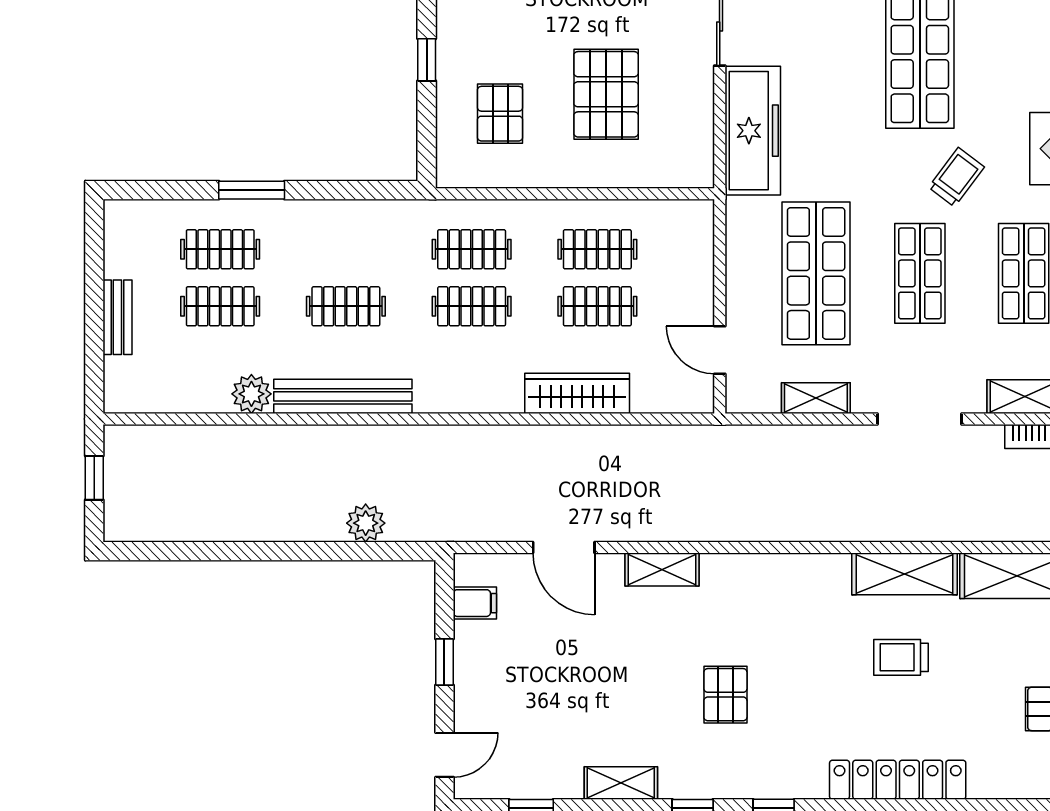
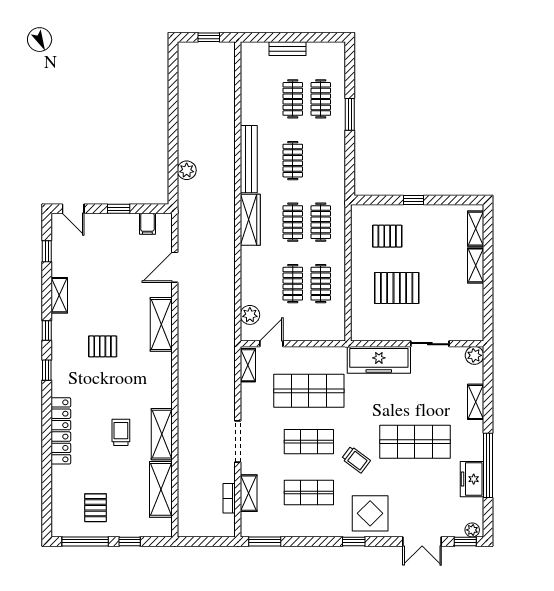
wardrobe: (577, 393) -> (250, 220), moved
plant: (251, 394) -> (250, 315), moved
shelving: (816, 398) -> (248, 365), moved
shelving: (662, 569) -> (161, 324), width x1.50, depth x1.33

